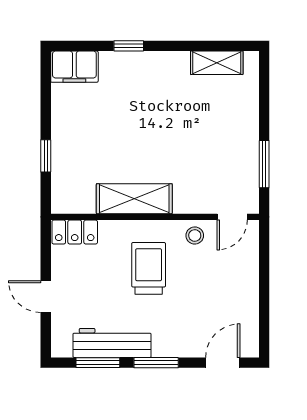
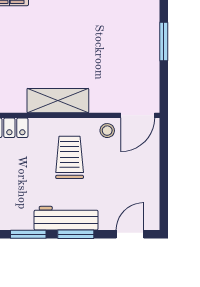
window: (264, 164) -> (164, 41), moved
door: (232, 217) -> (138, 115), width x1.38
workbench: (112, 343) -> (66, 218), moved

